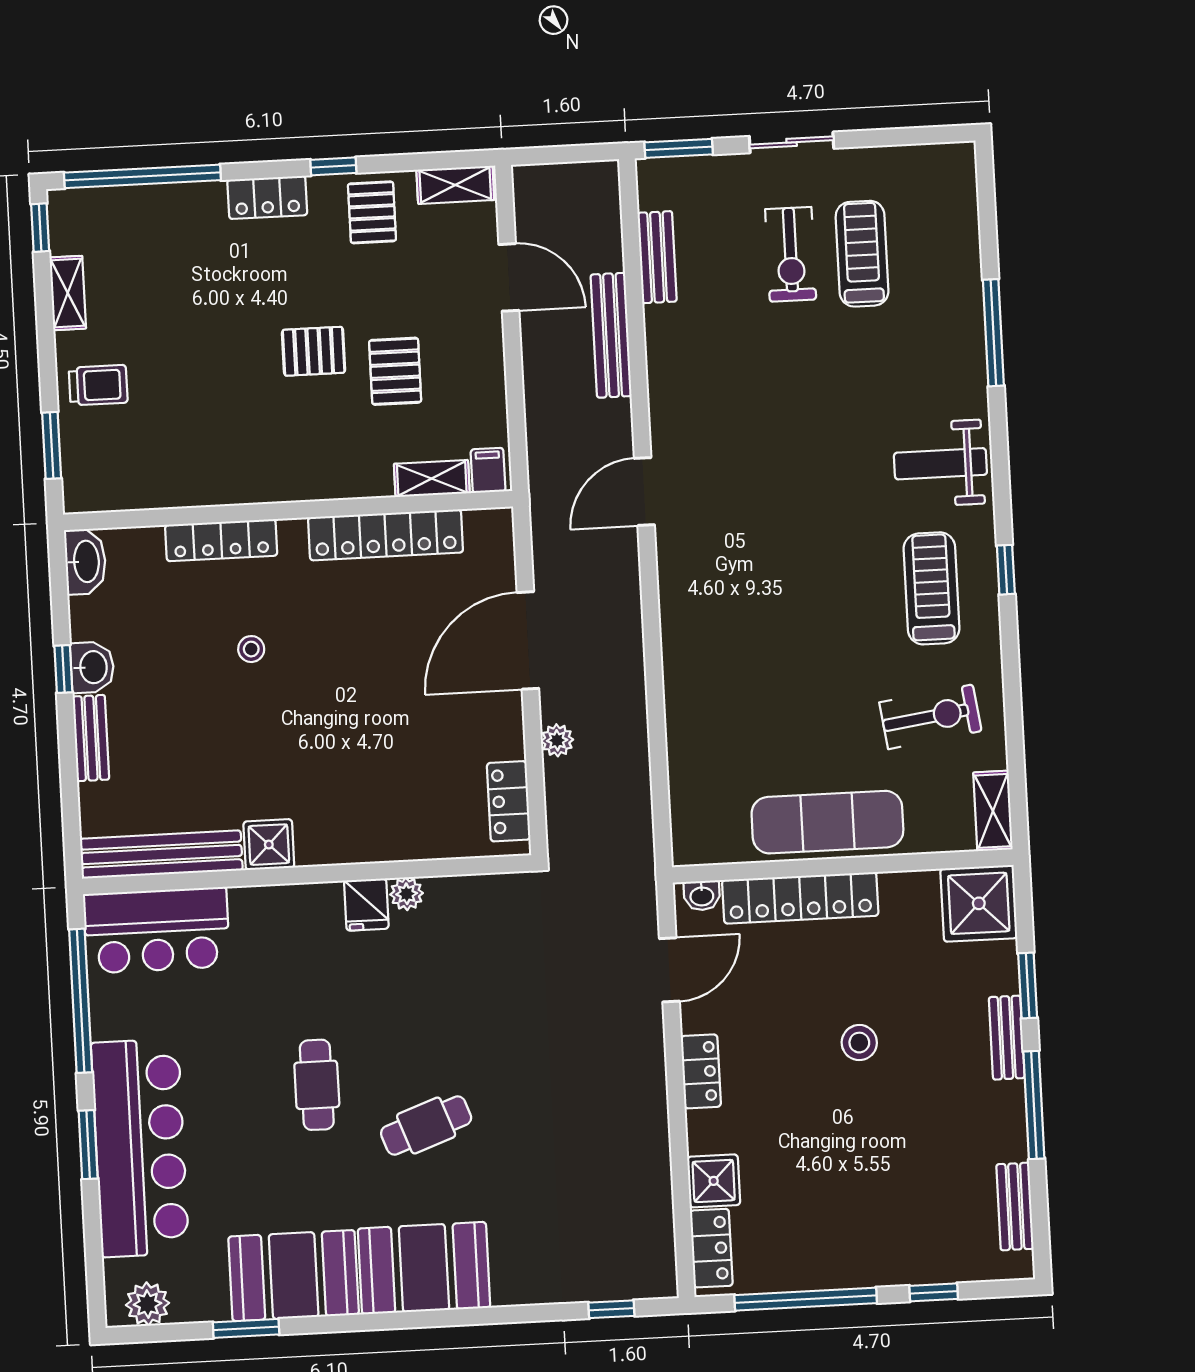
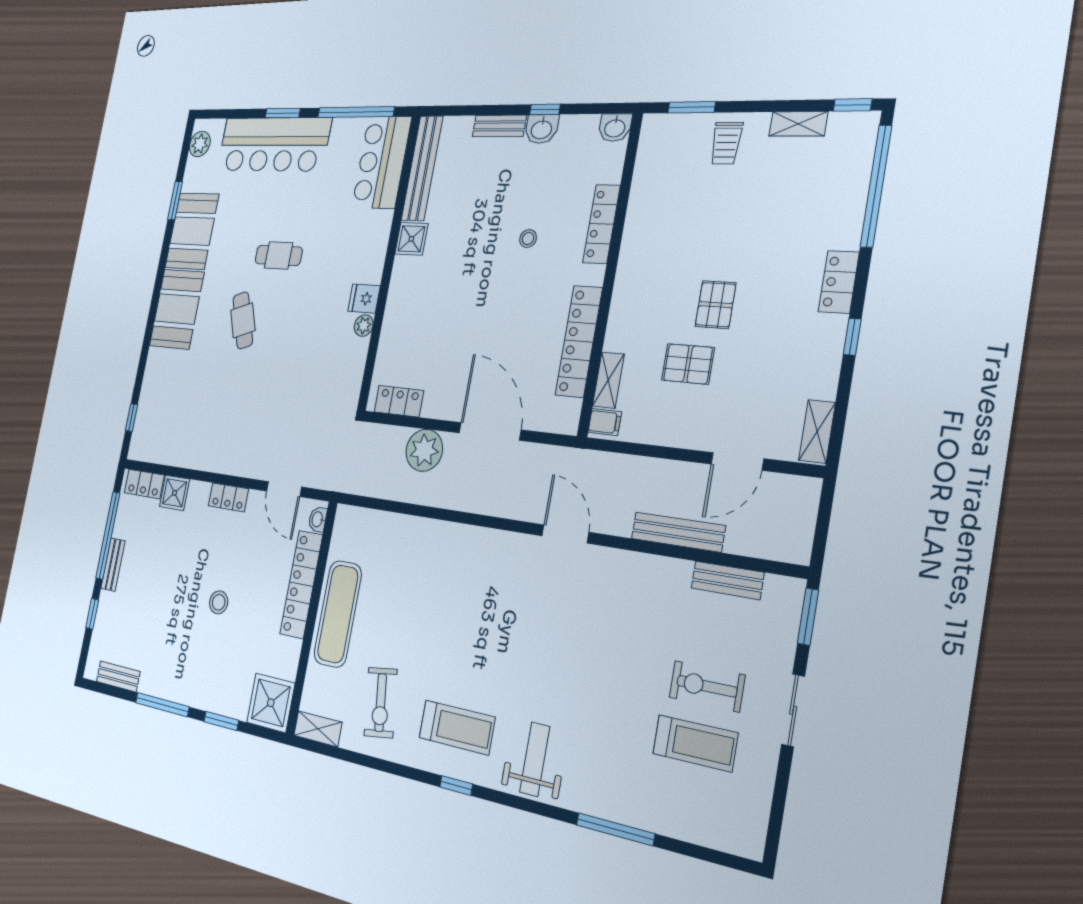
pallet: (372, 212) -> (810, 363), removed
washbasin: (85, 561) -> (615, 128), width x0.72
plant: (557, 740) -> (424, 450), width x1.88, depth x1.88
bench: (1007, 1038) -> (113, 565), moved, turned 90

